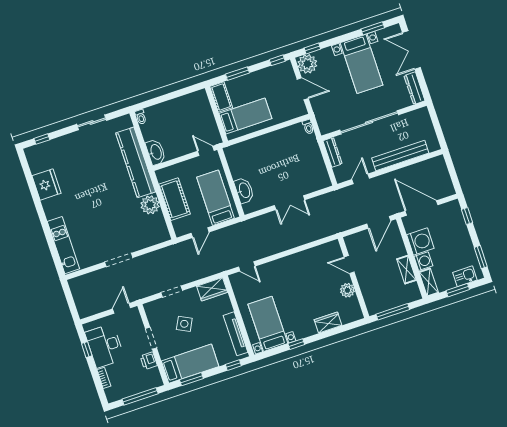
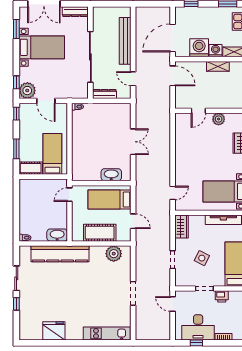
door: (303, 89) -> (46, 101), swing flipped
window: (42, 139) -> (16, 304), moved
plant: (150, 205) -> (114, 254), moved

